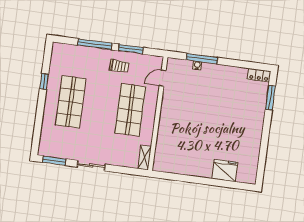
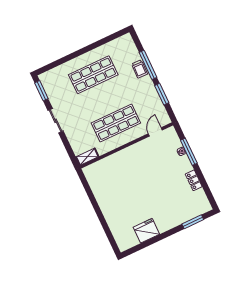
trolley: (119, 66) -> (140, 69), moved
locker: (259, 75) -> (194, 180), moved
door: (163, 78) -> (155, 132), hinge flipped
window: (44, 82) -> (96, 45), removed
fridge: (225, 170) -> (146, 231), moved, turned -90

